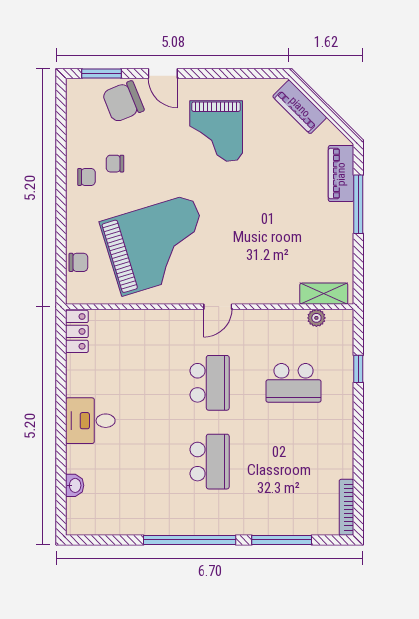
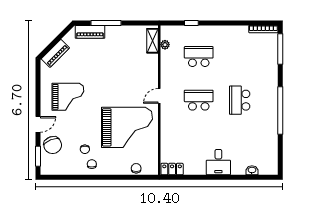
grand piano: (157, 245) -> (127, 127), turned 107
door: (218, 307) -> (159, 96), swing flipped
school desk: (294, 383) -> (199, 57), turned -90
school desk: (210, 462) -> (240, 100), turned -90
window: (282, 540) -> (280, 49), moved

